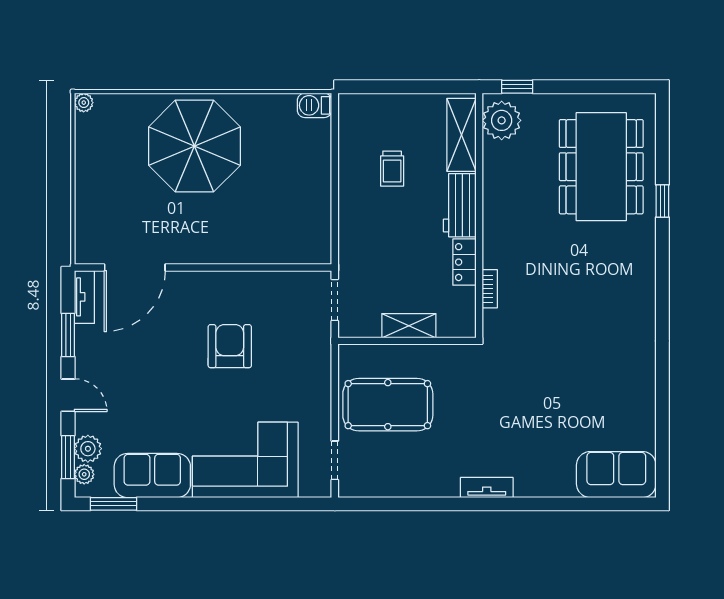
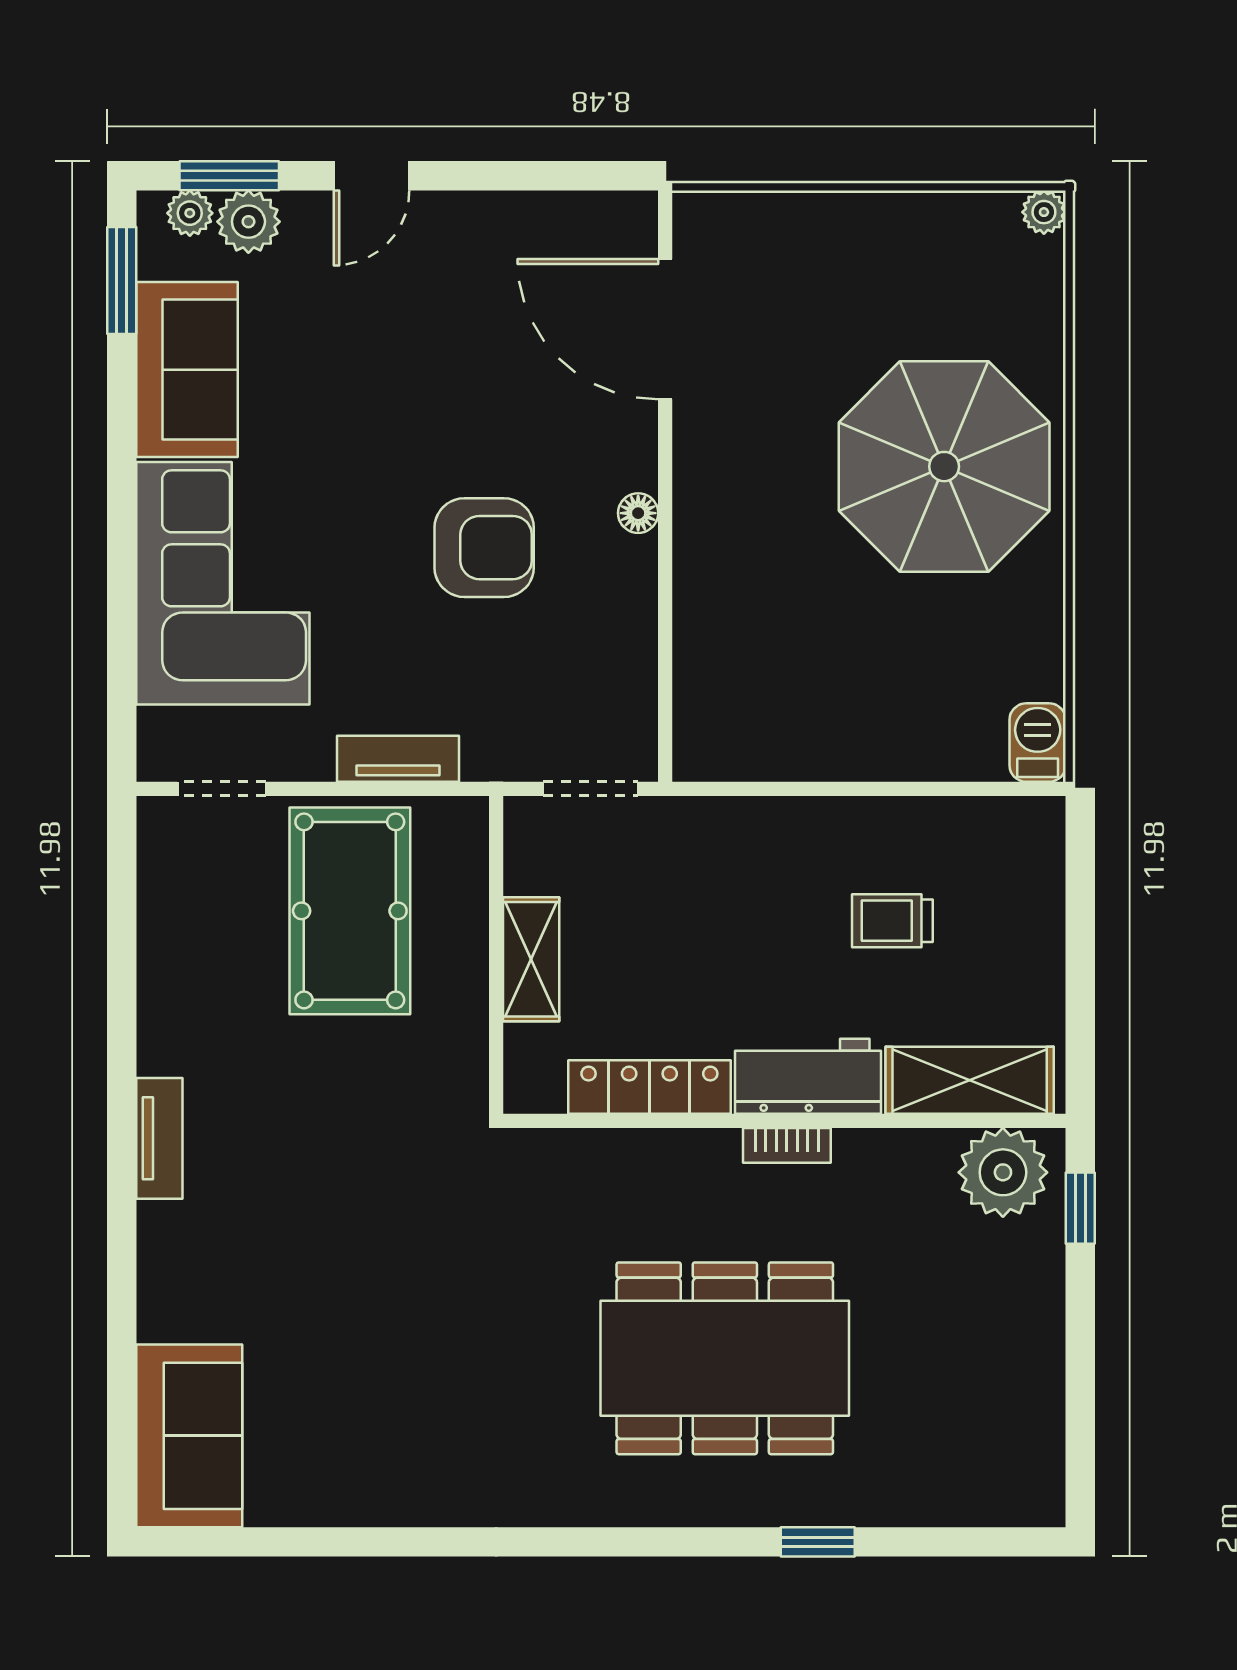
dining table: (601, 167) -> (725, 1358), moved
locker: (464, 262) -> (649, 1087), width x1.53
floor lamp: (215, 279) -> (638, 513), added
bookcase: (490, 289) -> (787, 1145), moved
tv unit: (84, 297) -> (398, 759), moved, turned 180
window: (68, 335) -> (510, 176), removed

